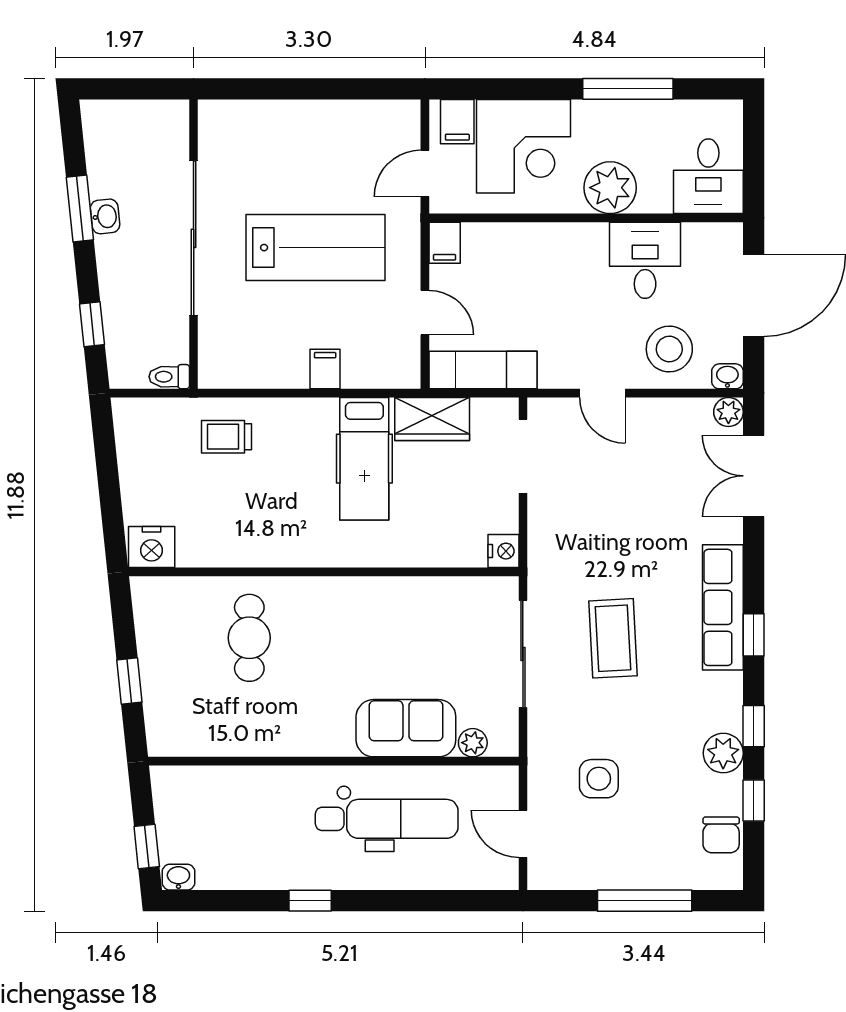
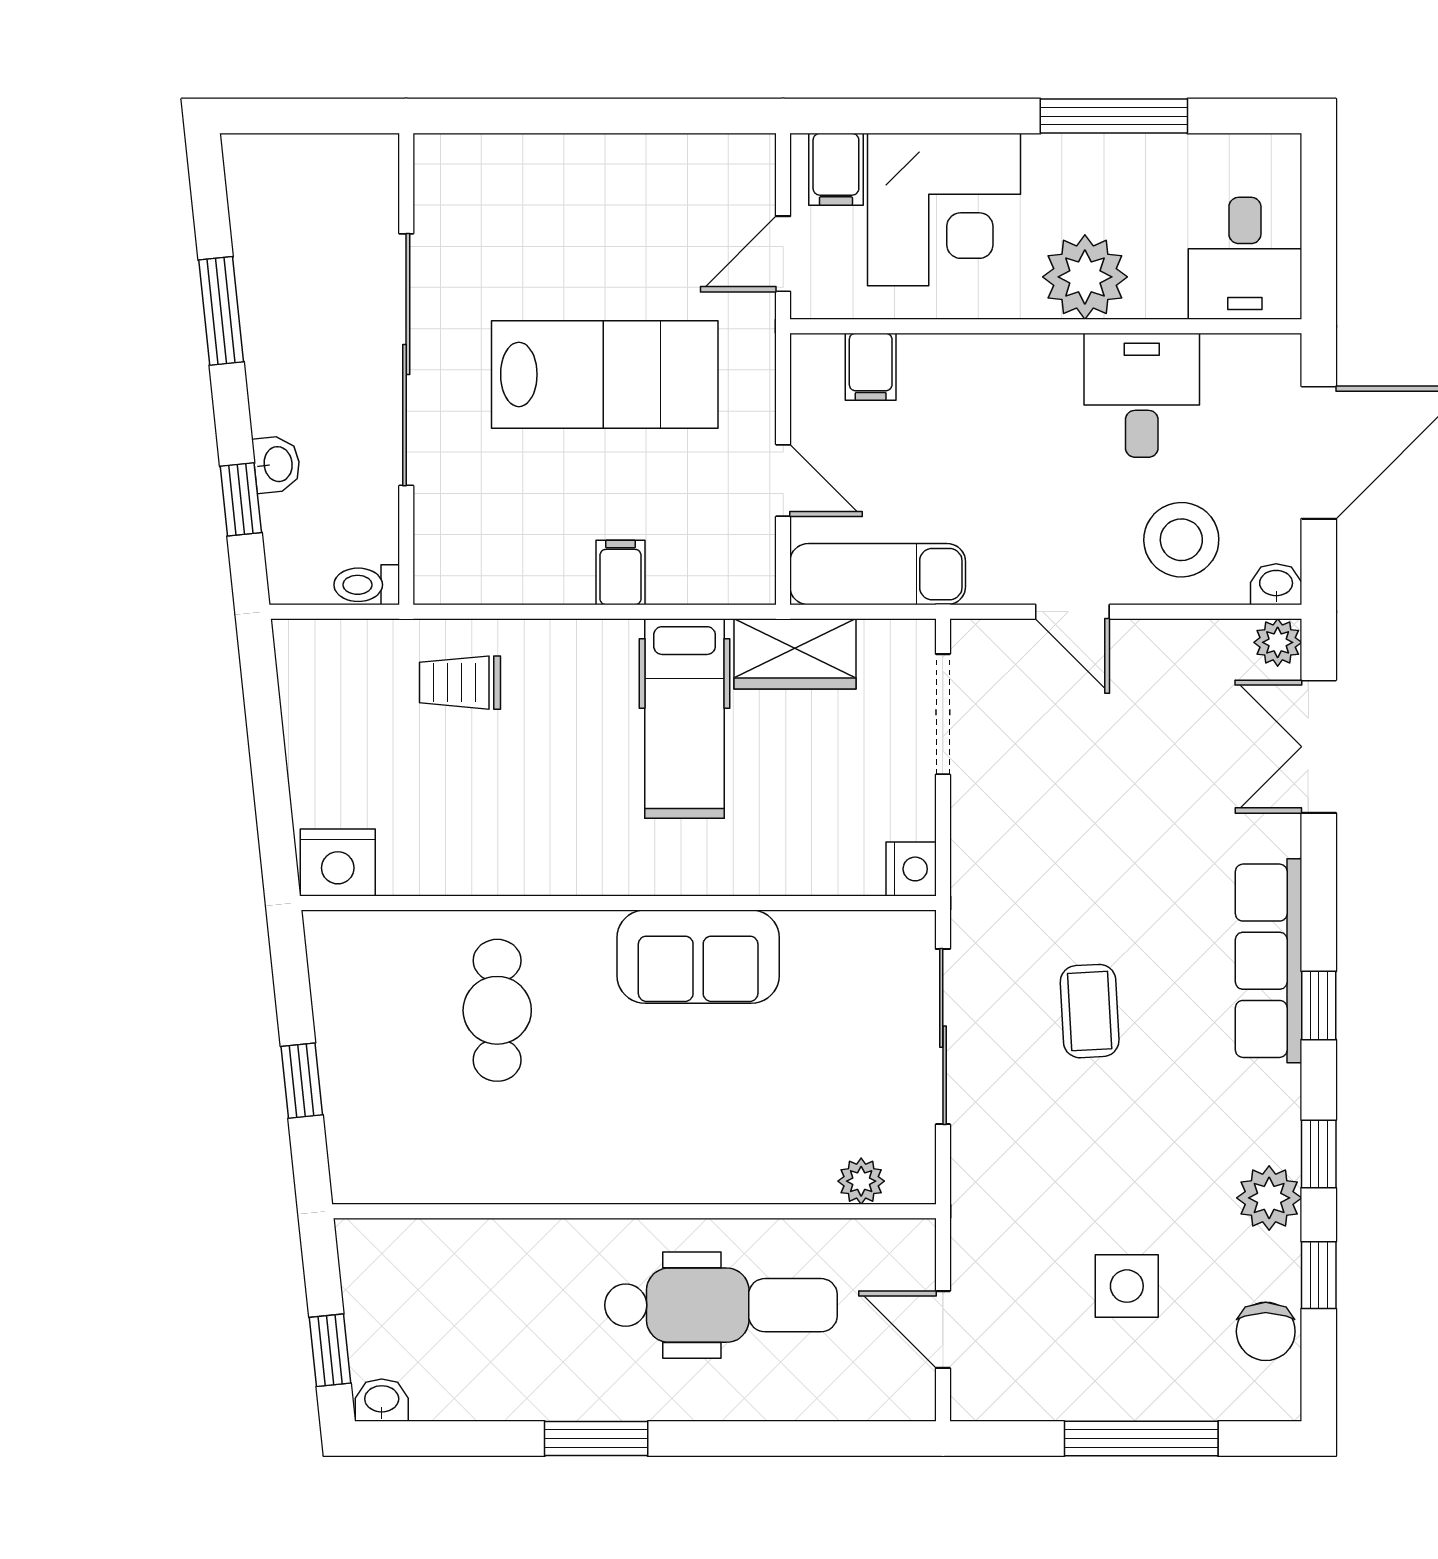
washbasin: (105, 216) -> (277, 464), moved
filing cabinet: (445, 243) -> (871, 367), moved
coffee table: (613, 638) -> (1090, 1011), width x0.73, depth x0.77
sofa: (406, 728) -> (698, 957), moved, turned 180
side table: (599, 779) -> (1127, 1286), moved
window: (310, 901) -> (596, 1439), width x1.50

